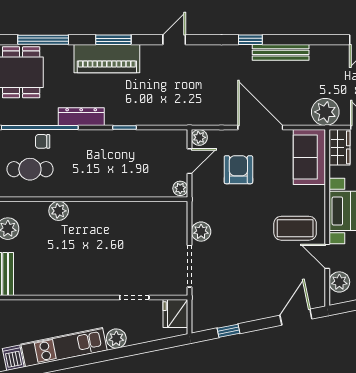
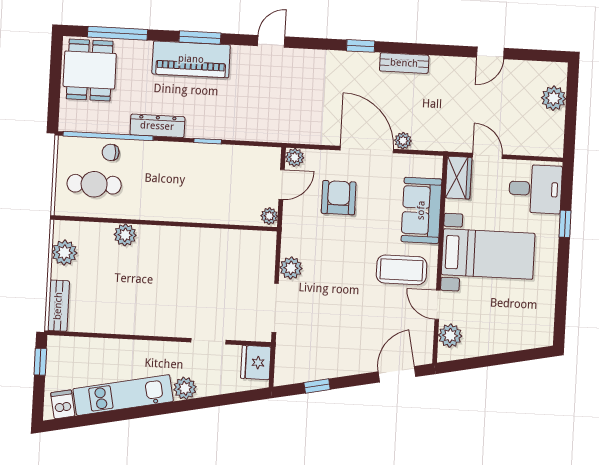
bench: (281, 52) -> (404, 63), width x0.73
plant: (325, 112) -> (403, 141), moved, width x0.53, depth x0.53
sofa: (309, 157) -> (421, 210), moved

